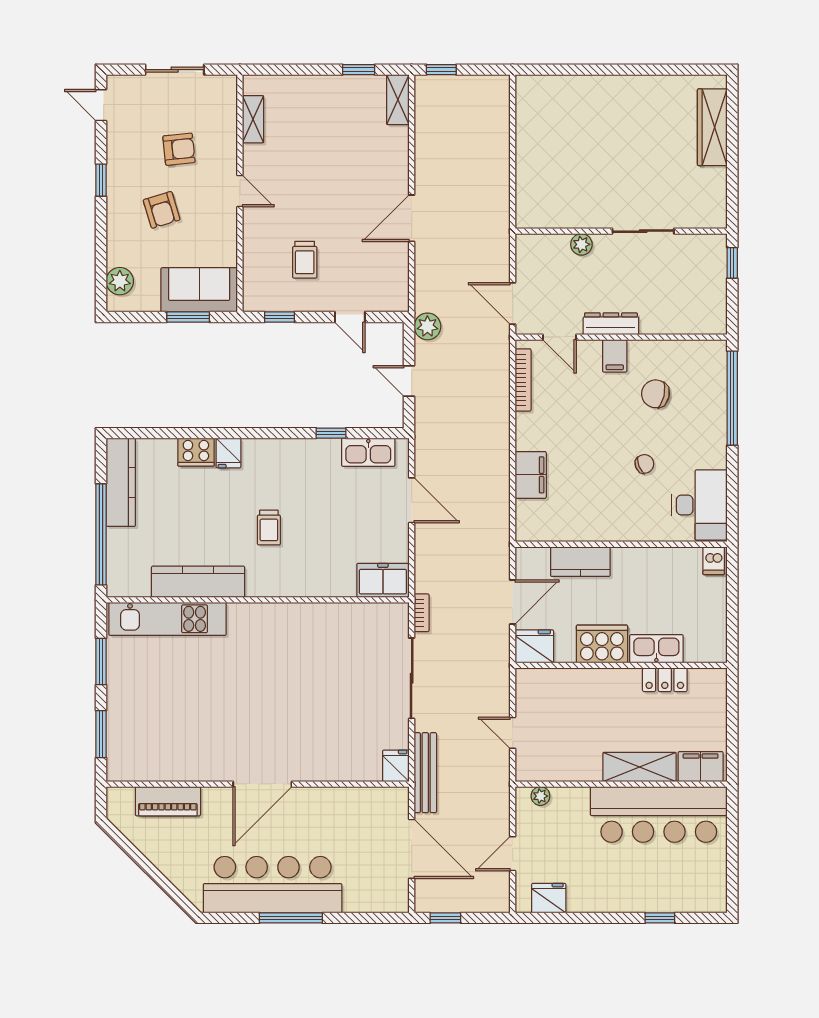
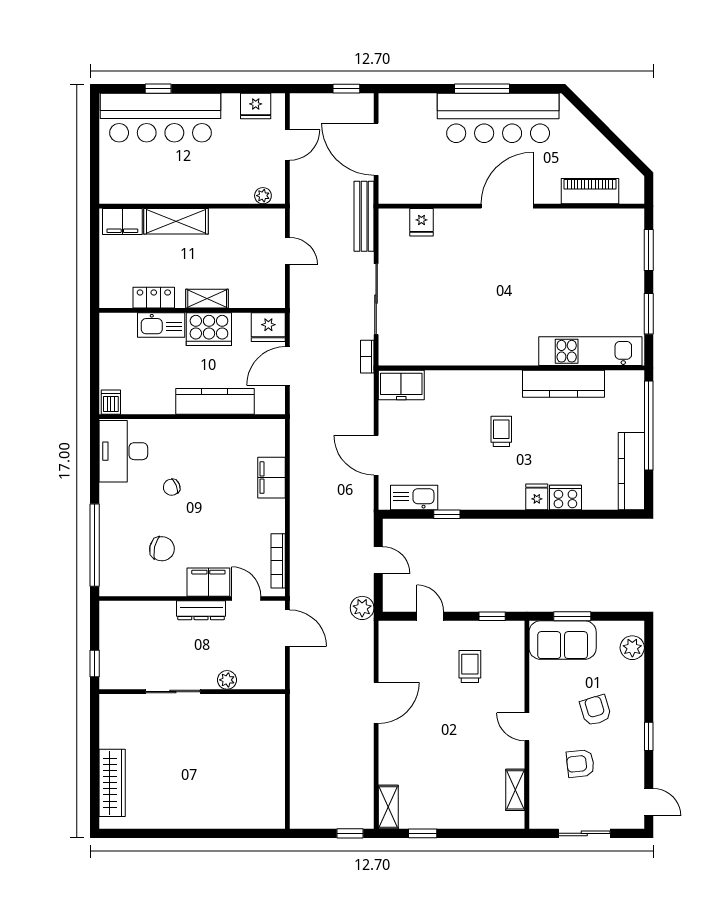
filing cabinet: (615, 356) -> (208, 582), width x2.00
kitchen counter: (580, 562) -> (215, 401), width x1.50
shelving: (604, 679) -> (207, 299), added
fridge: (396, 766) -> (421, 222), moved
bar counter: (659, 814) -> (161, 118), moved, turned 180

